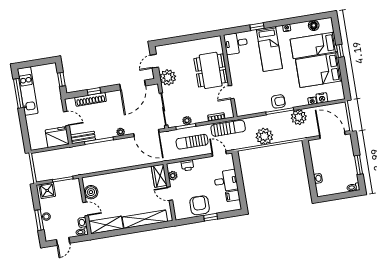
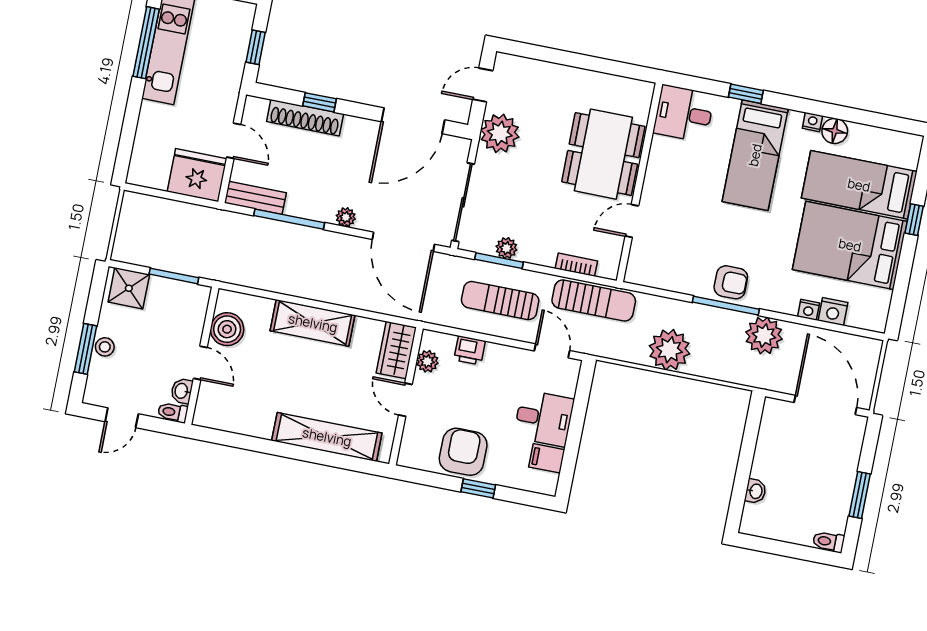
floor lamp: (314, 25) -> (835, 131), moved
shelving: (106, 225) -> (313, 323), moved

